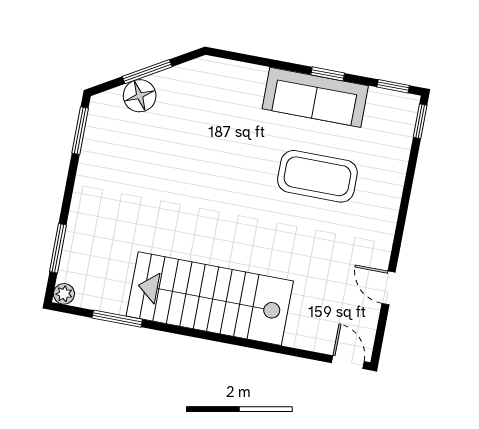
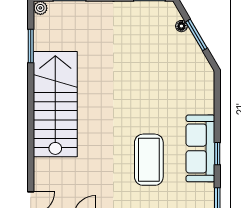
floor lamp: (140, 96) -> (181, 26), width x0.53, depth x0.53

